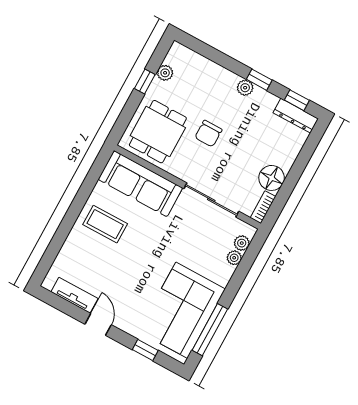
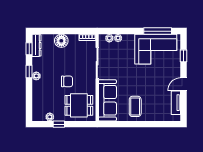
floor lamp: (272, 178) -> (61, 41), moved

